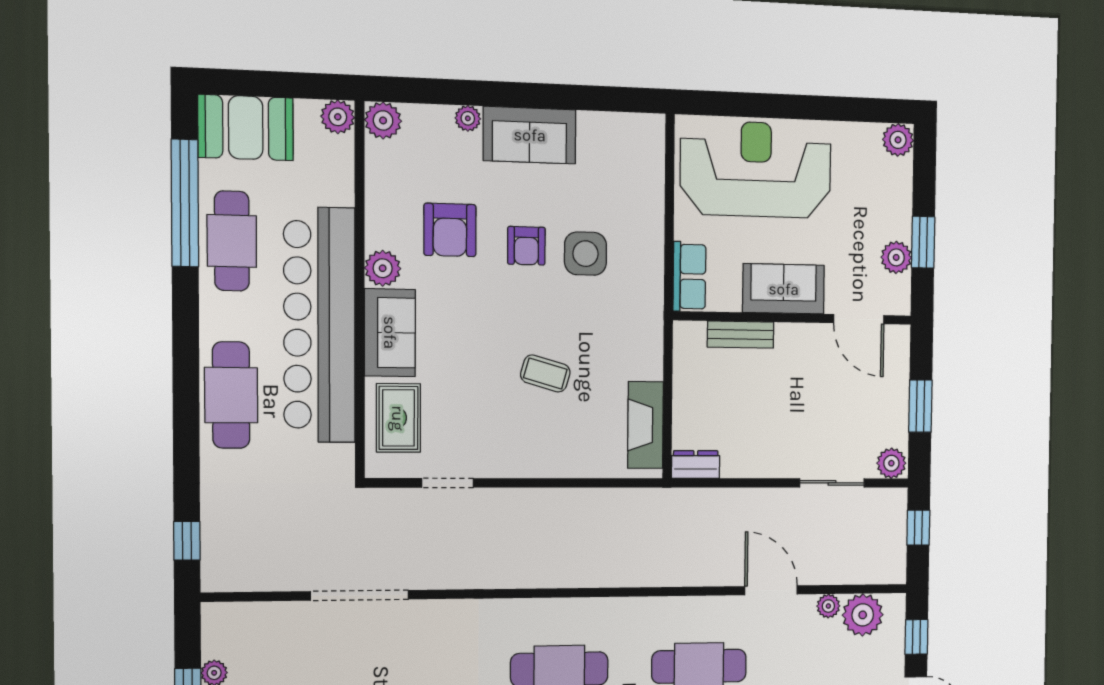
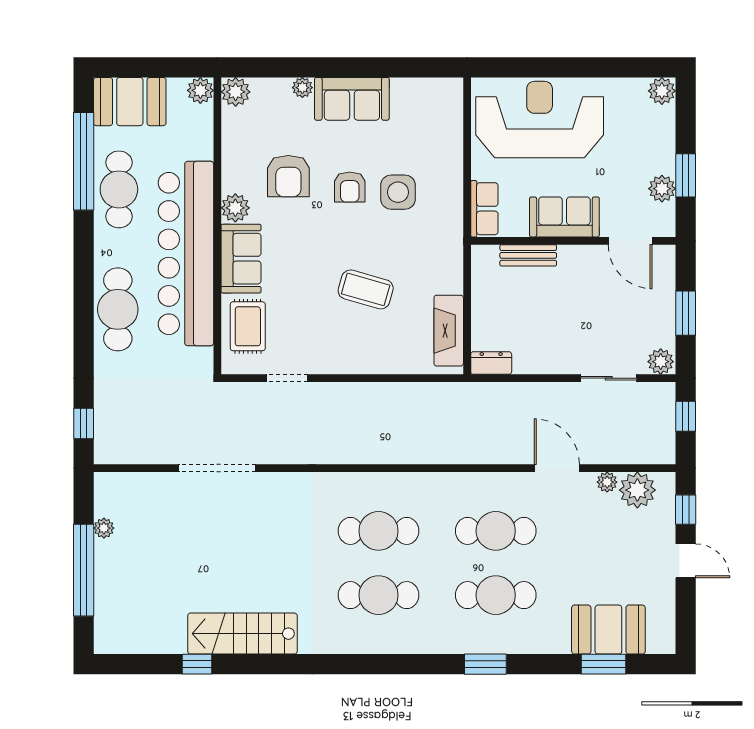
coffee table: (545, 373) -> (366, 289), width x1.36, depth x1.30

